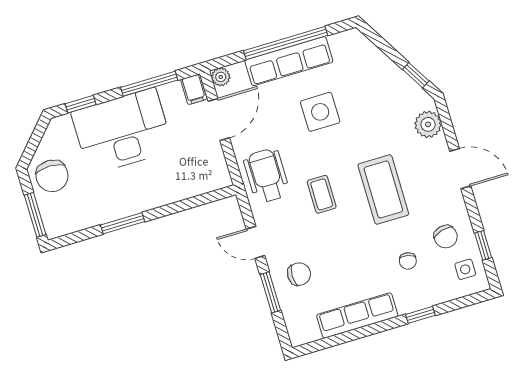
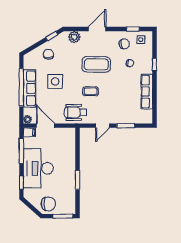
chair: (299, 274) -> (48, 54), moved

